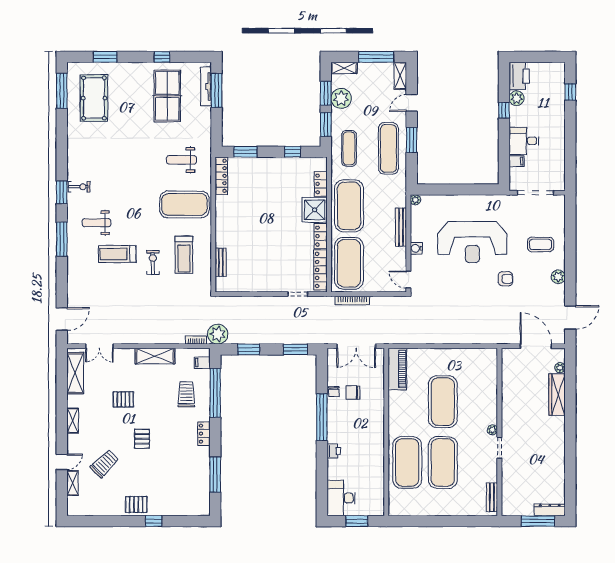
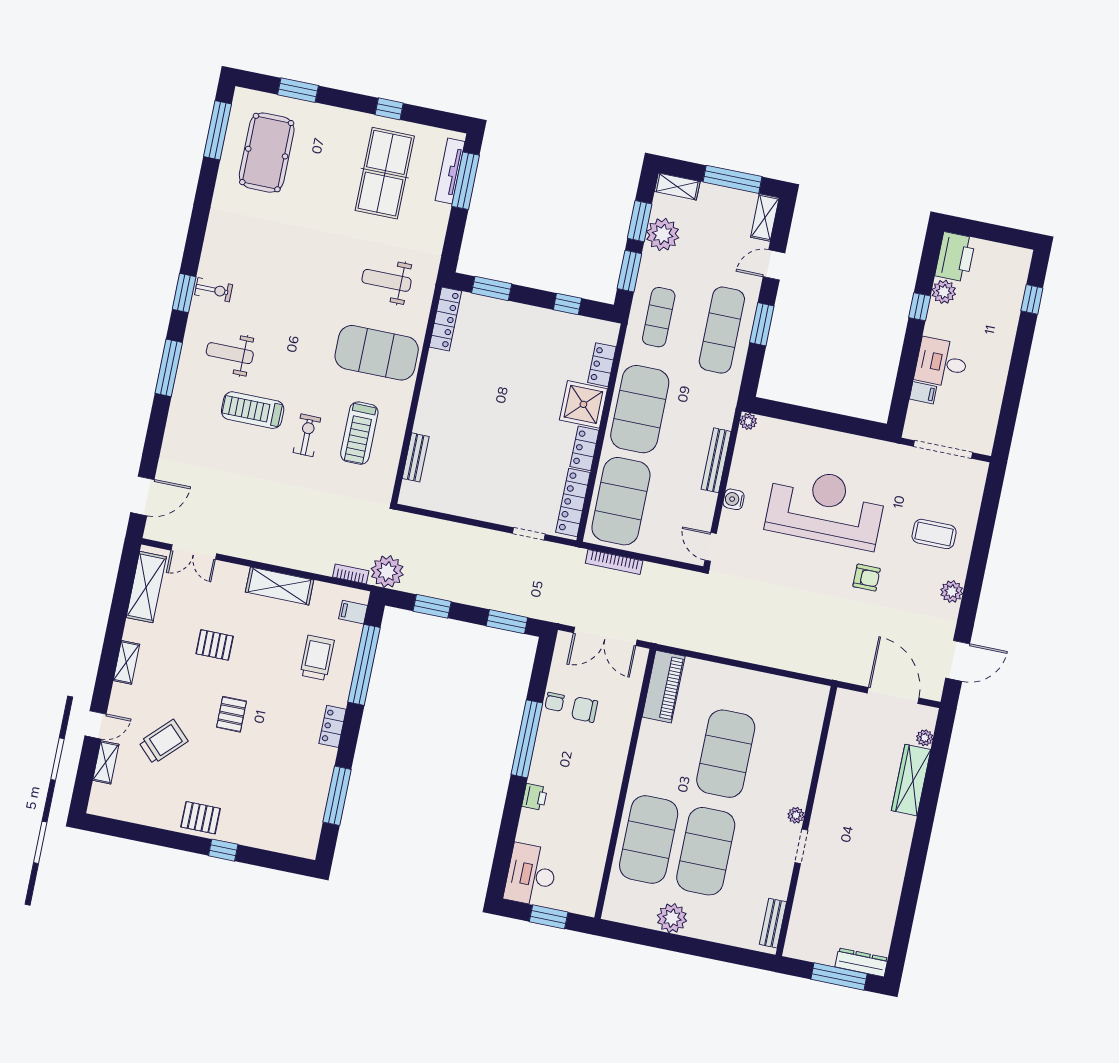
reception desk: (472, 242) -> (826, 508), turned 180
plant: (431, 507) -> (672, 918), added

